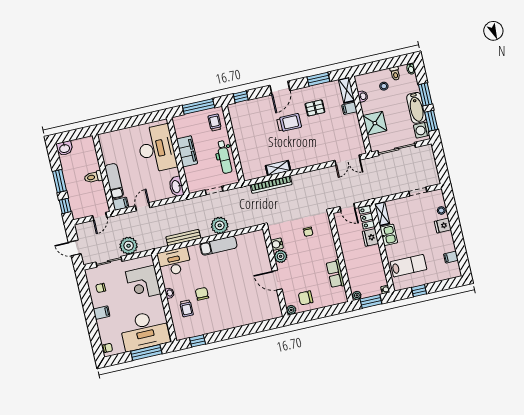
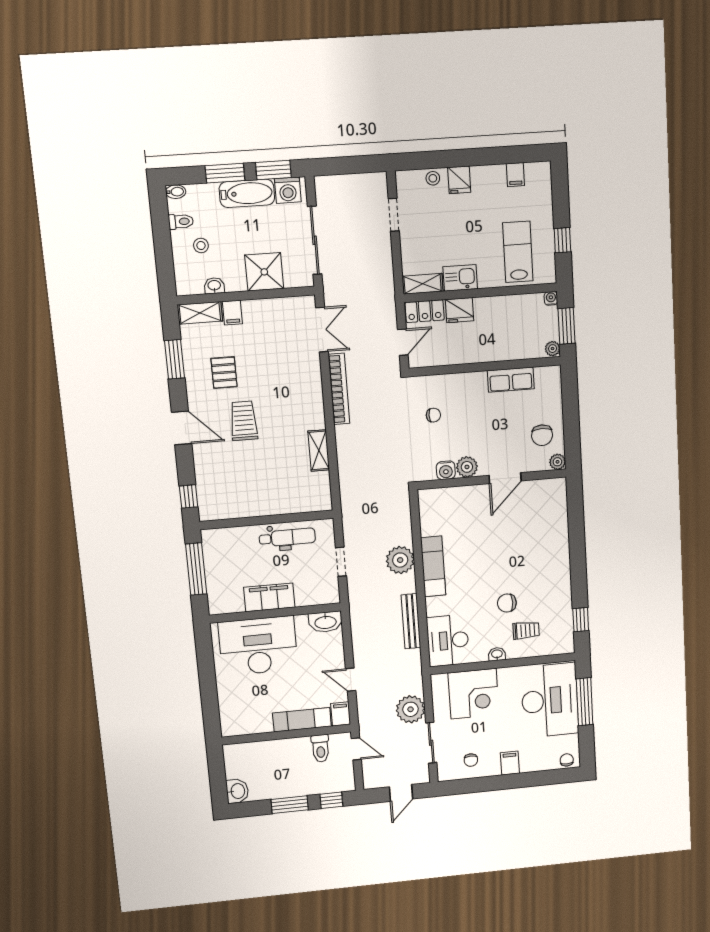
trolley: (215, 123) -> (227, 546), removed
toilet: (93, 177) -> (320, 748), moved
bookcase: (271, 185) -> (339, 389), moved

